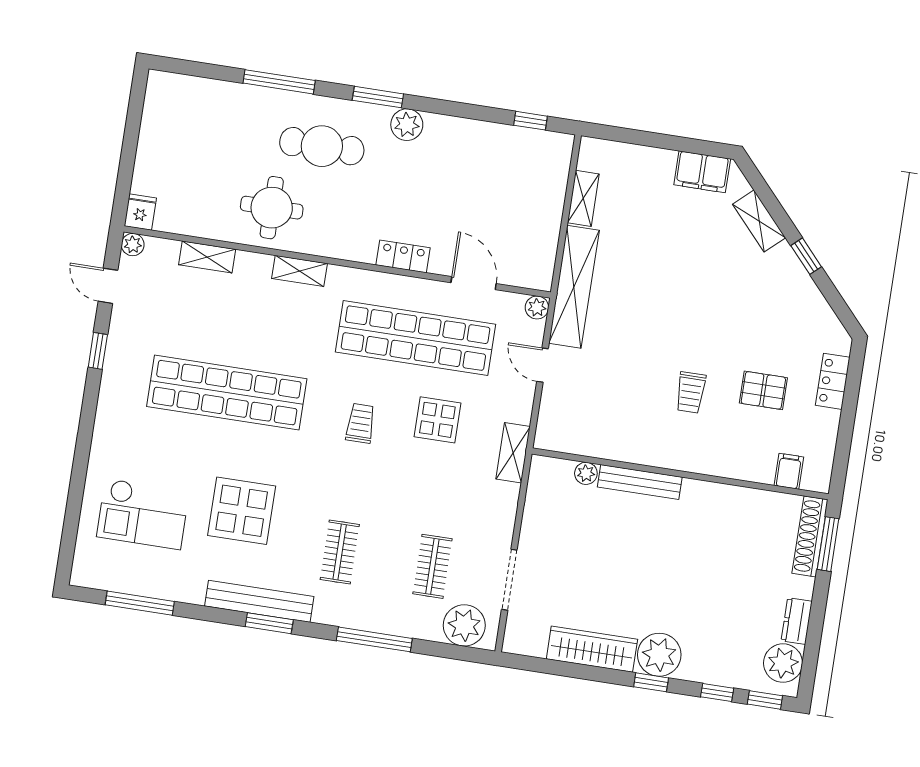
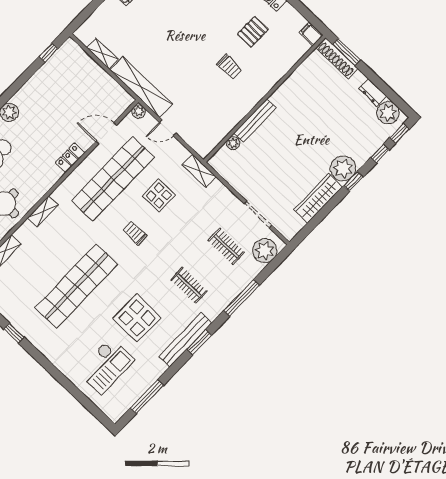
filing cabinet: (789, 471) -> (311, 34), moved

